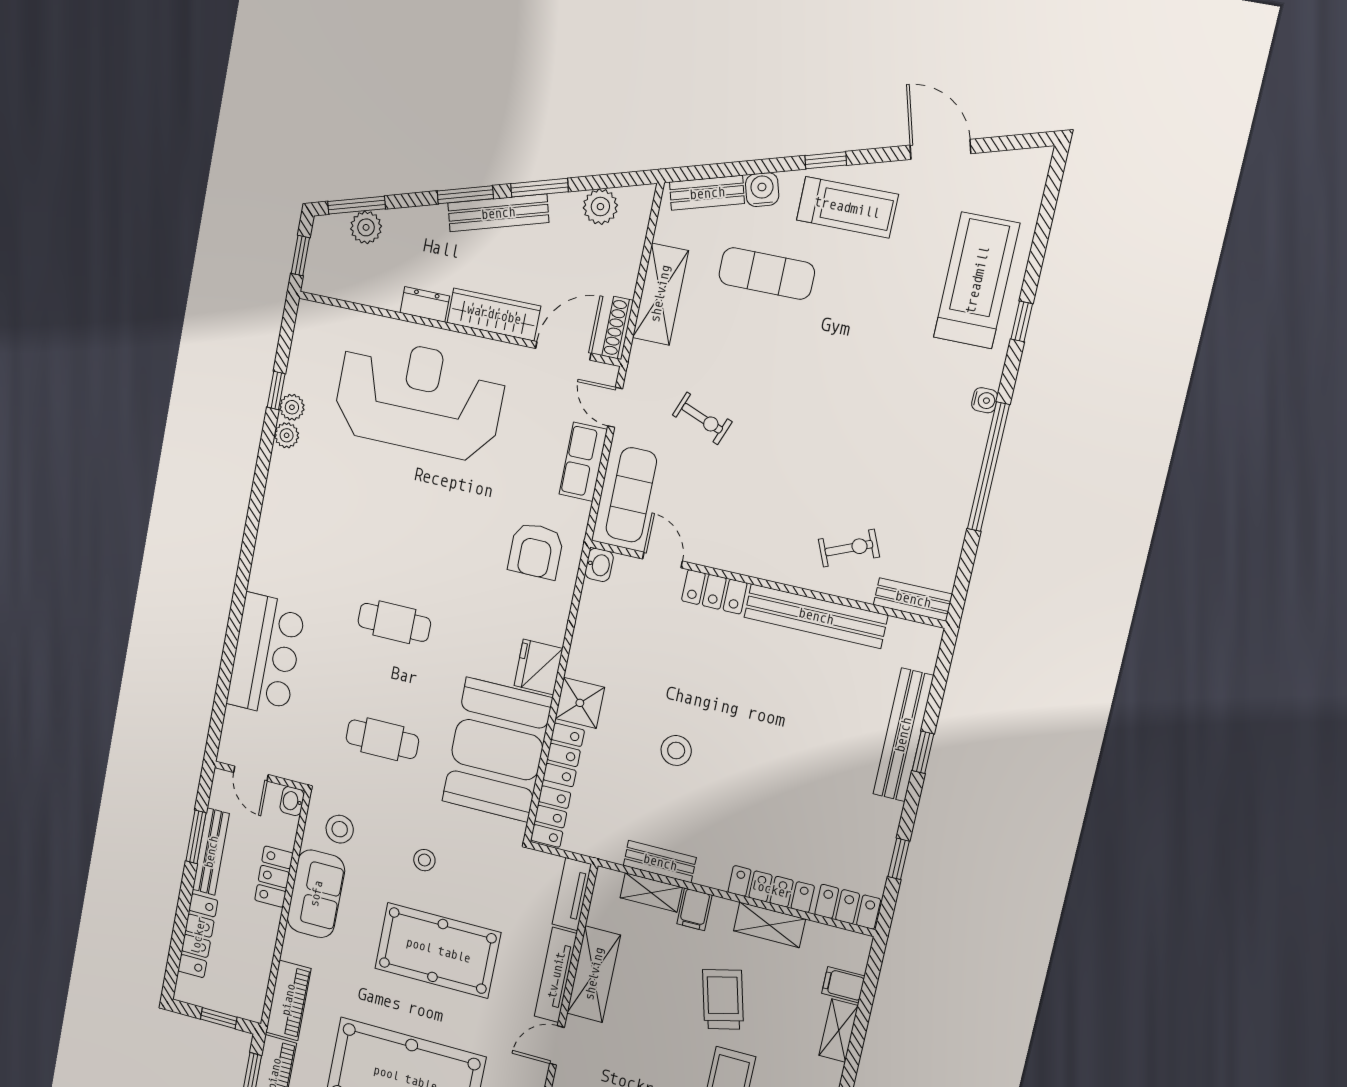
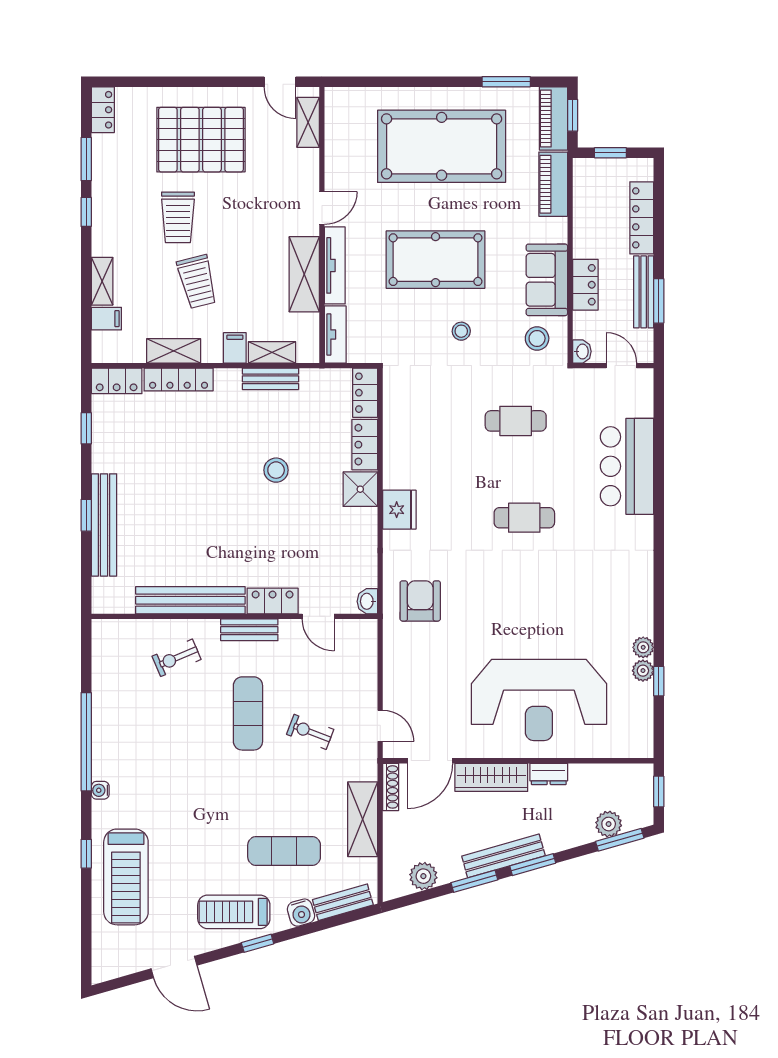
row of seats: (583, 462) -> (397, 679), removed
exercise mat: (631, 495) -> (248, 713), moved
bench: (913, 599) -> (249, 630), moved
booth: (497, 750) -> (419, 436), removed

